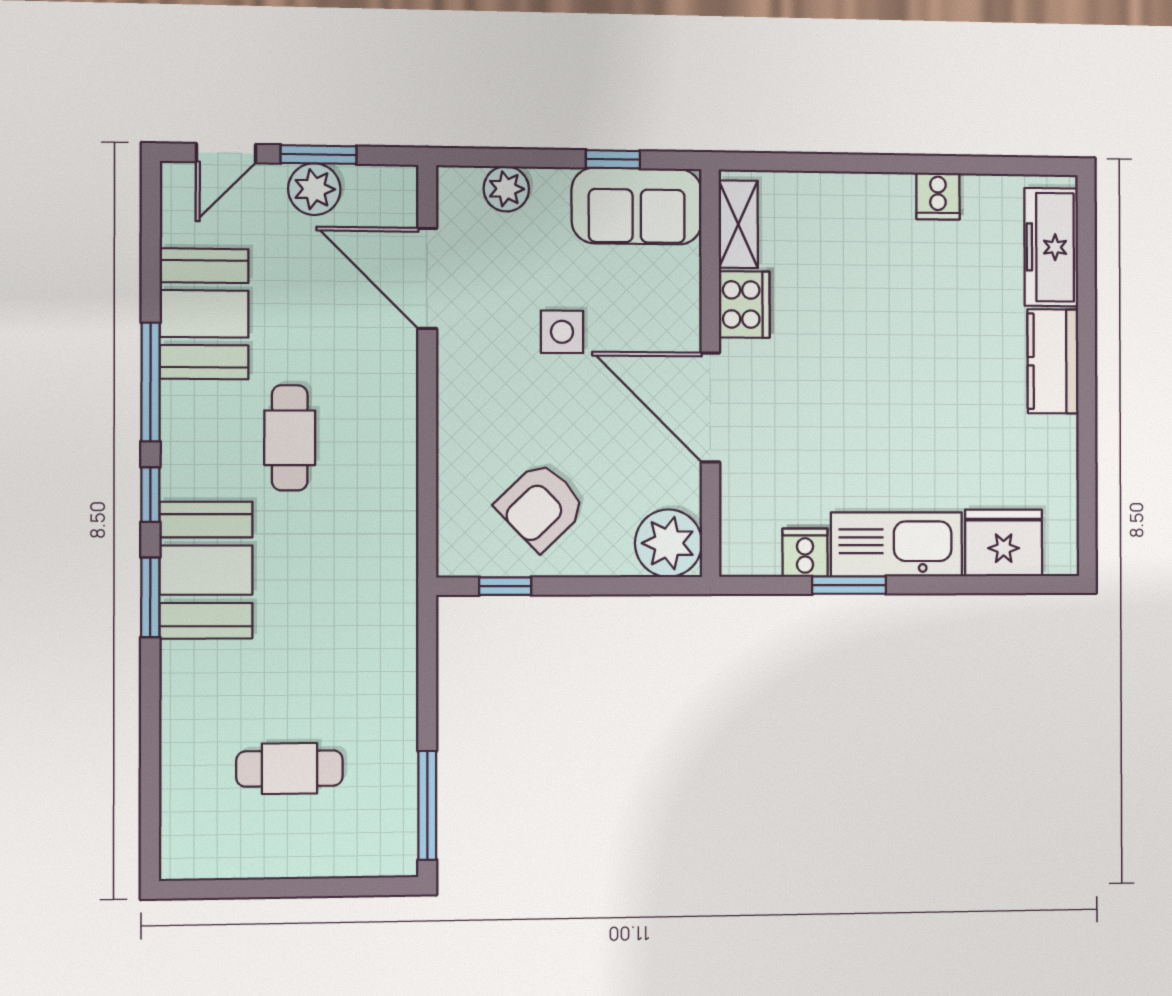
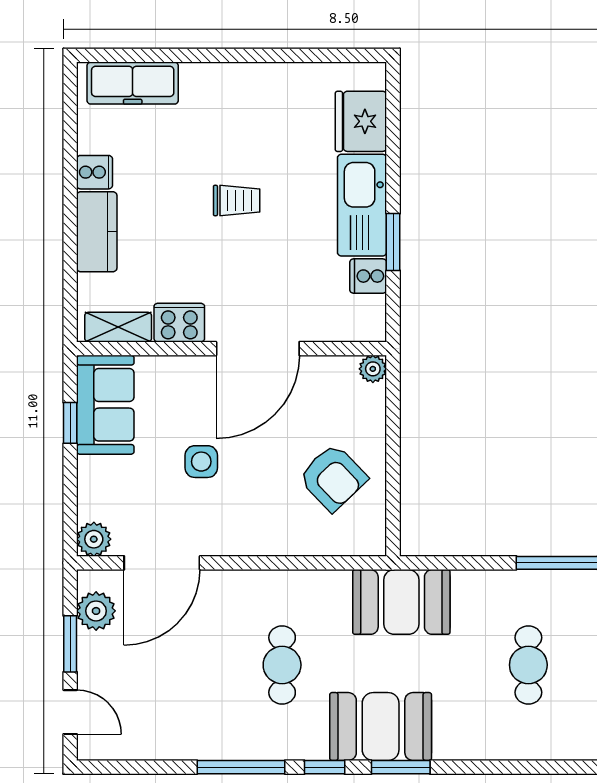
plant: (314, 189) -> (96, 611), moved
plant: (506, 189) -> (94, 539), moved
booth: (204, 314) -> (401, 602), moved
kitchen counter: (1053, 361) -> (97, 232), moved, turned -90
trolley: (902, 381) -> (237, 201), added
cafe table: (290, 438) -> (282, 665), turned 90
plant: (668, 543) -> (373, 369), width x0.53, depth x0.53
window: (505, 586) -> (393, 504), removed

